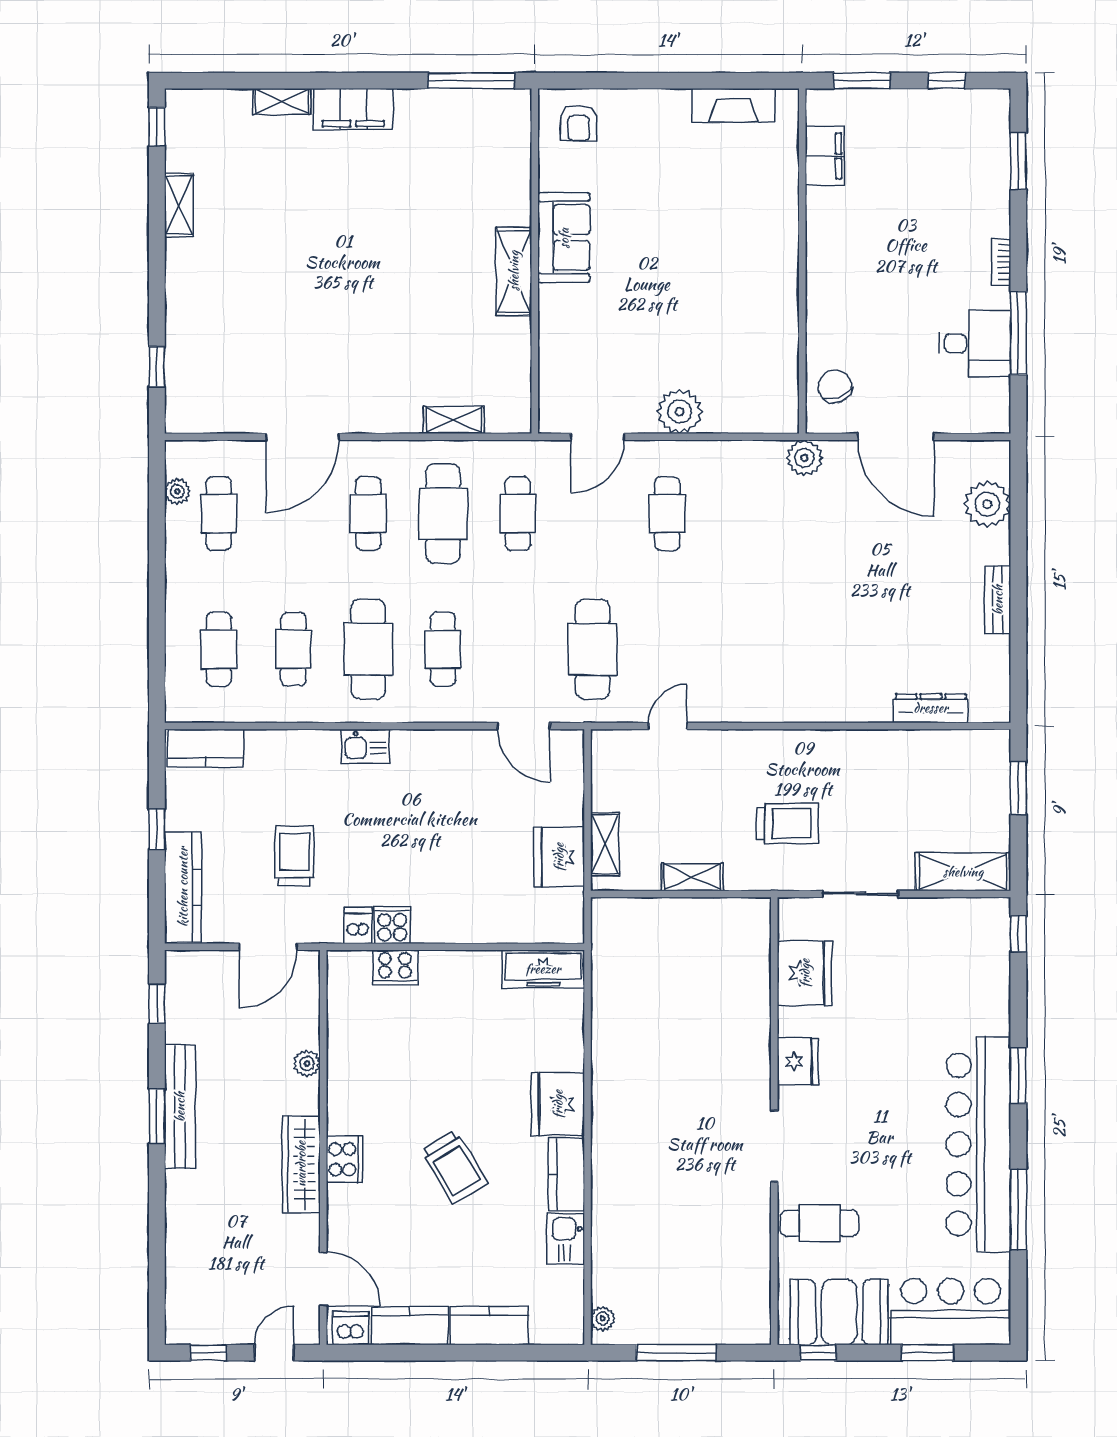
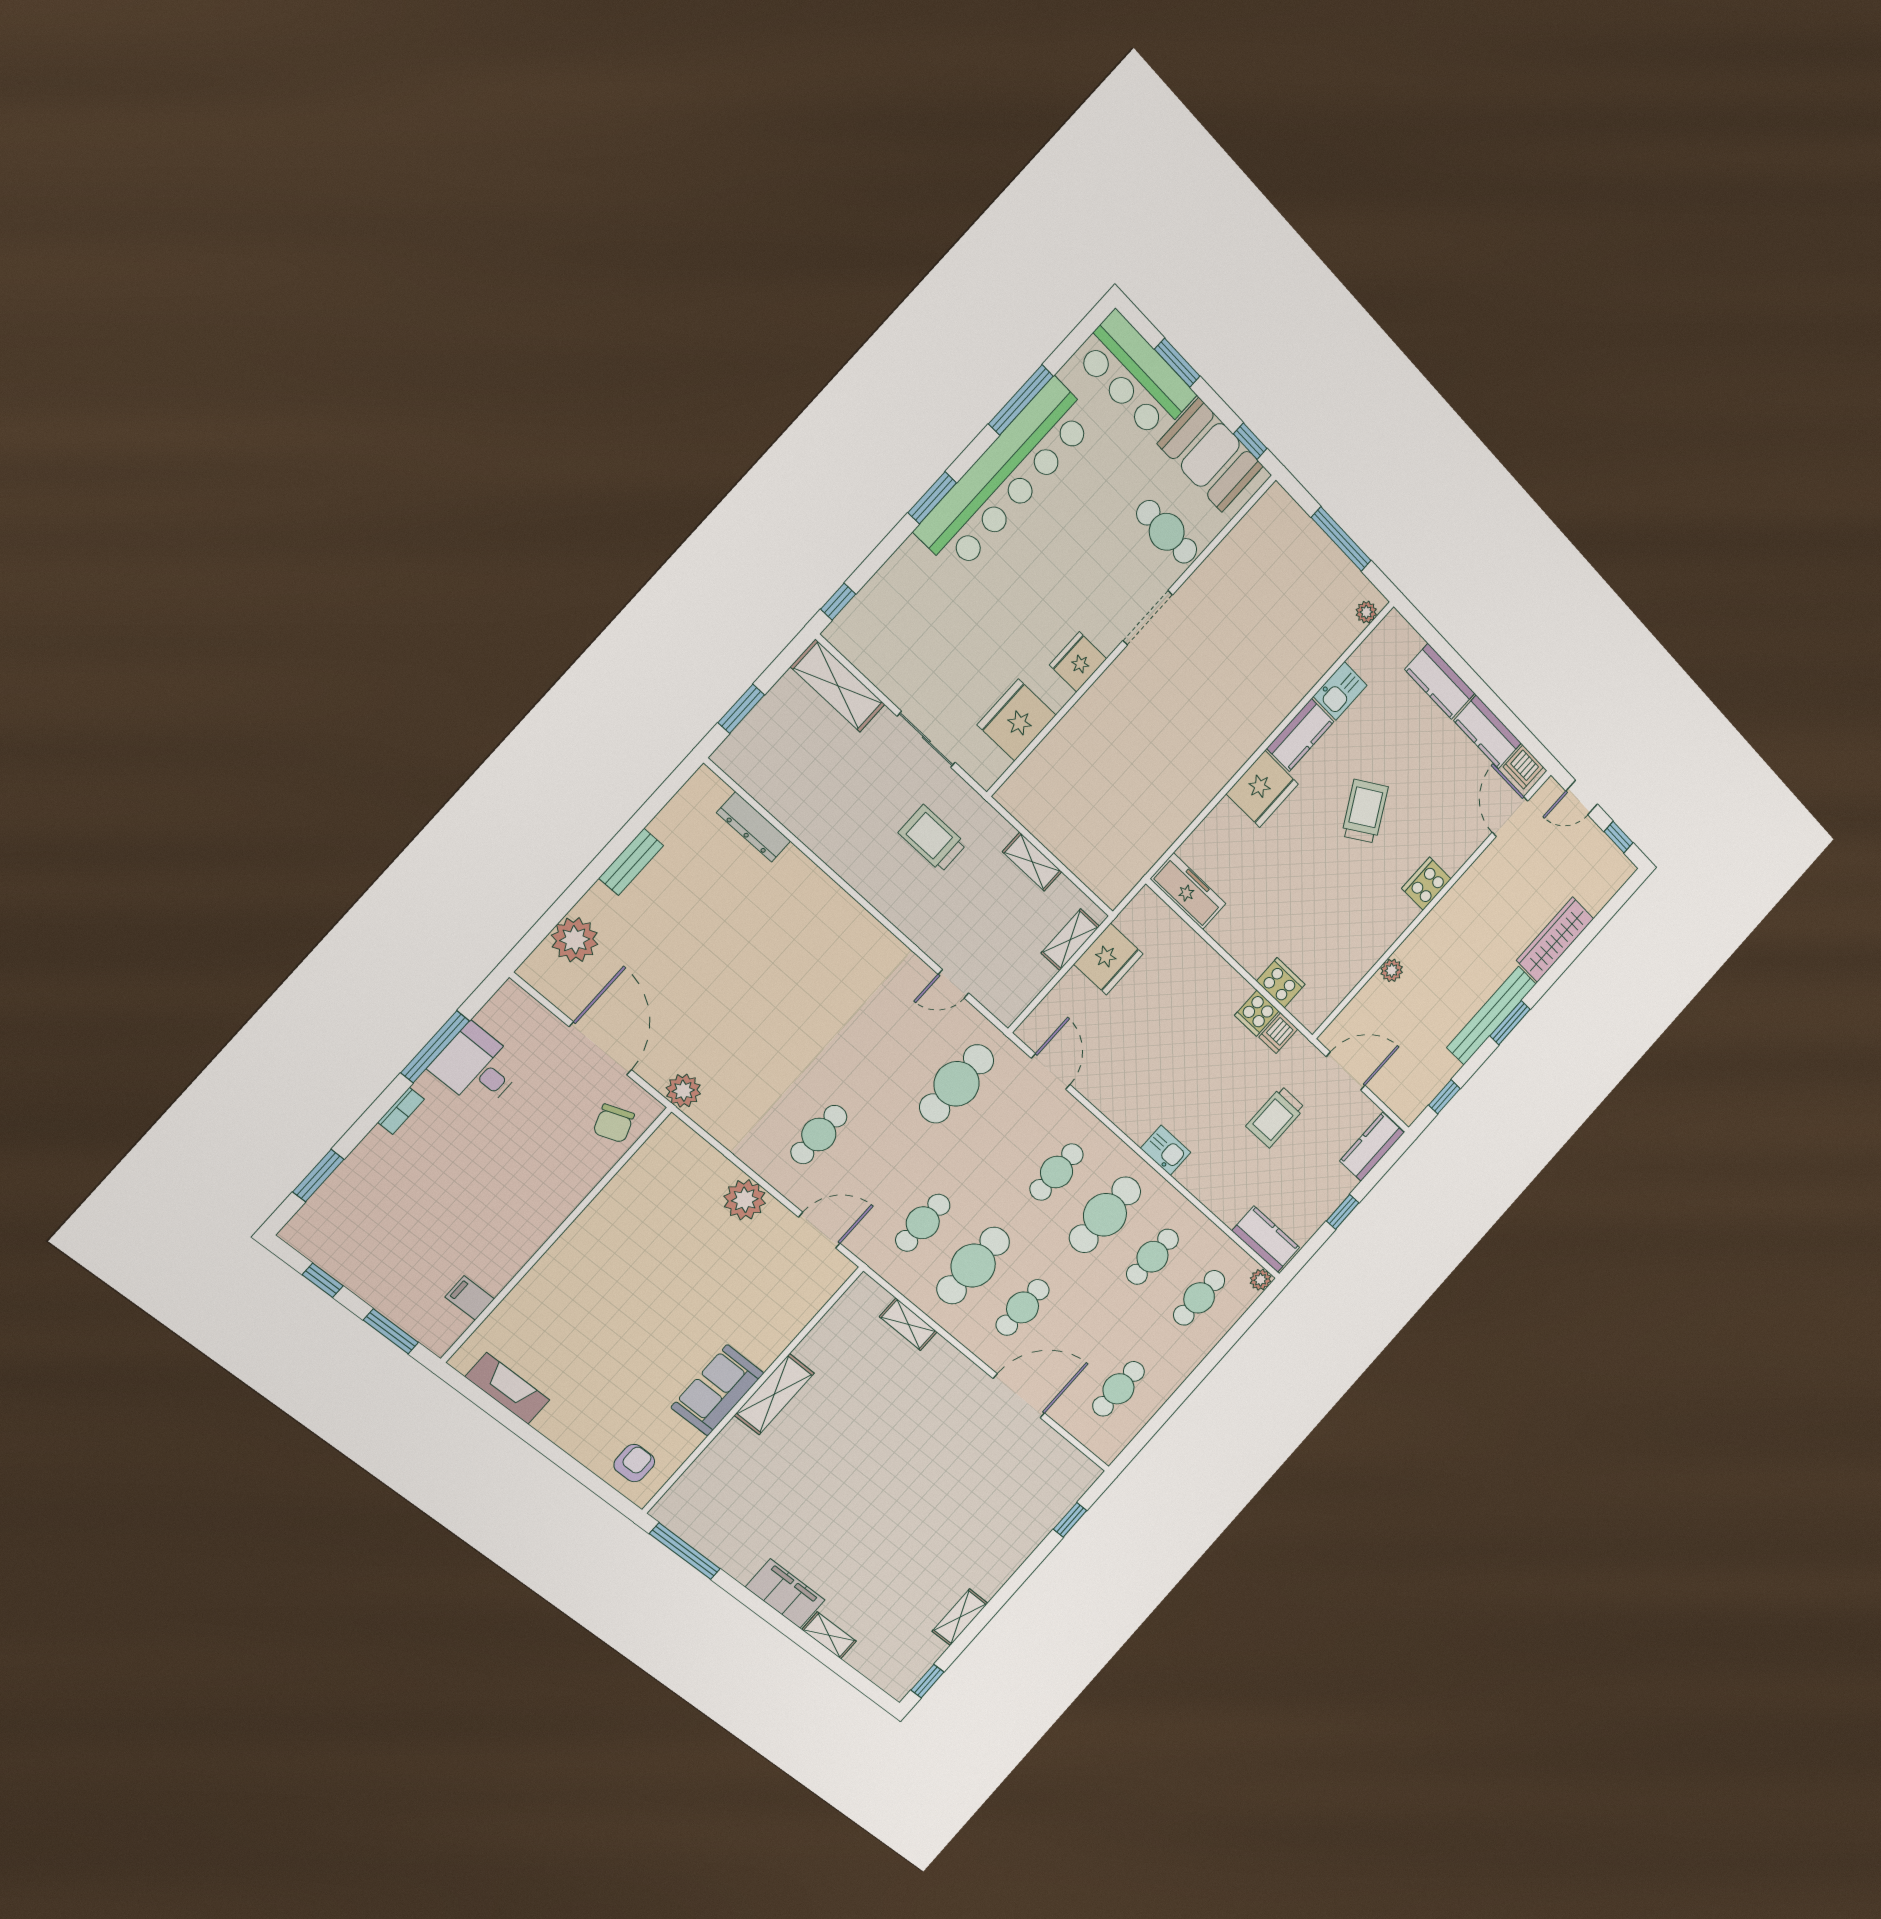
filing cabinet: (825, 156) -> (470, 1298), width x0.50
plant: (177, 491) -> (1261, 1280), moved
kitchen counter: (183, 887) -> (1372, 1147), width x0.67
wardrobe: (301, 1164) -> (1555, 940), moved, turned 180

